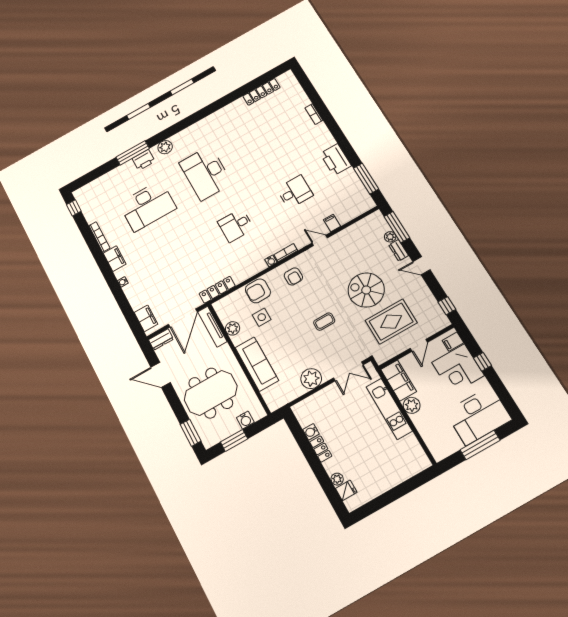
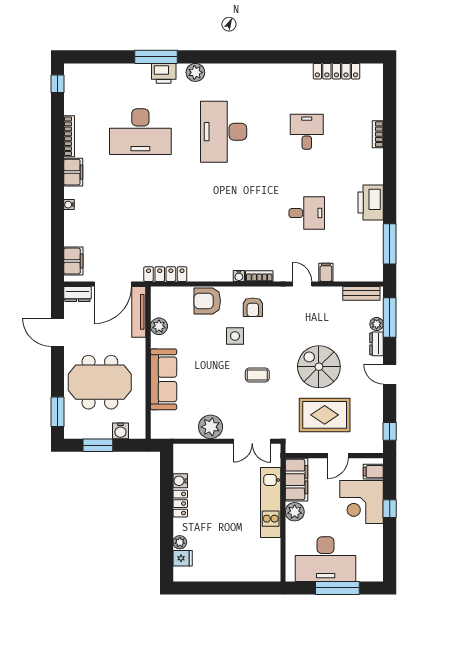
bench: (366, 223) -> (361, 293), added
desk: (236, 225) -> (307, 132), moved, turned 90
side table: (262, 317) -> (235, 336), moved
desk: (478, 416) -> (326, 559), moved

